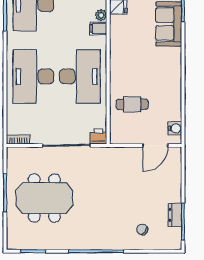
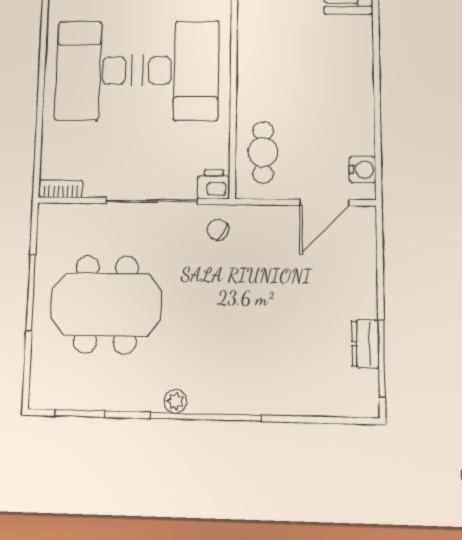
cafe table: (132, 104) -> (263, 152), moved, turned 90
chair: (142, 230) -> (218, 230), moved
plant: (81, 244) -> (175, 401), added

